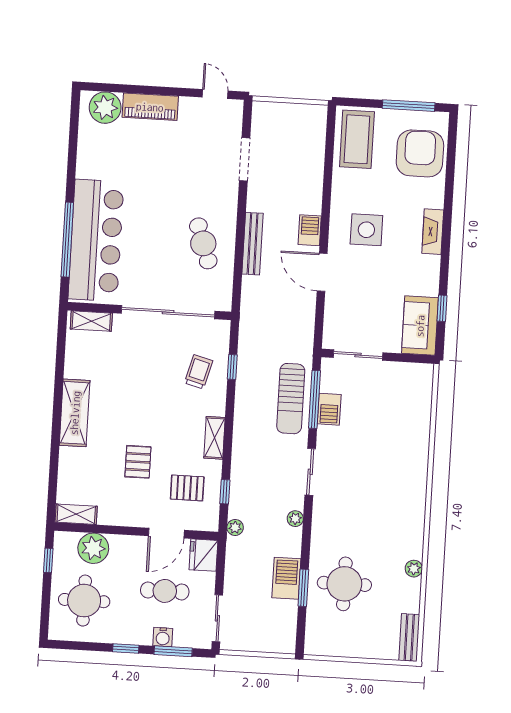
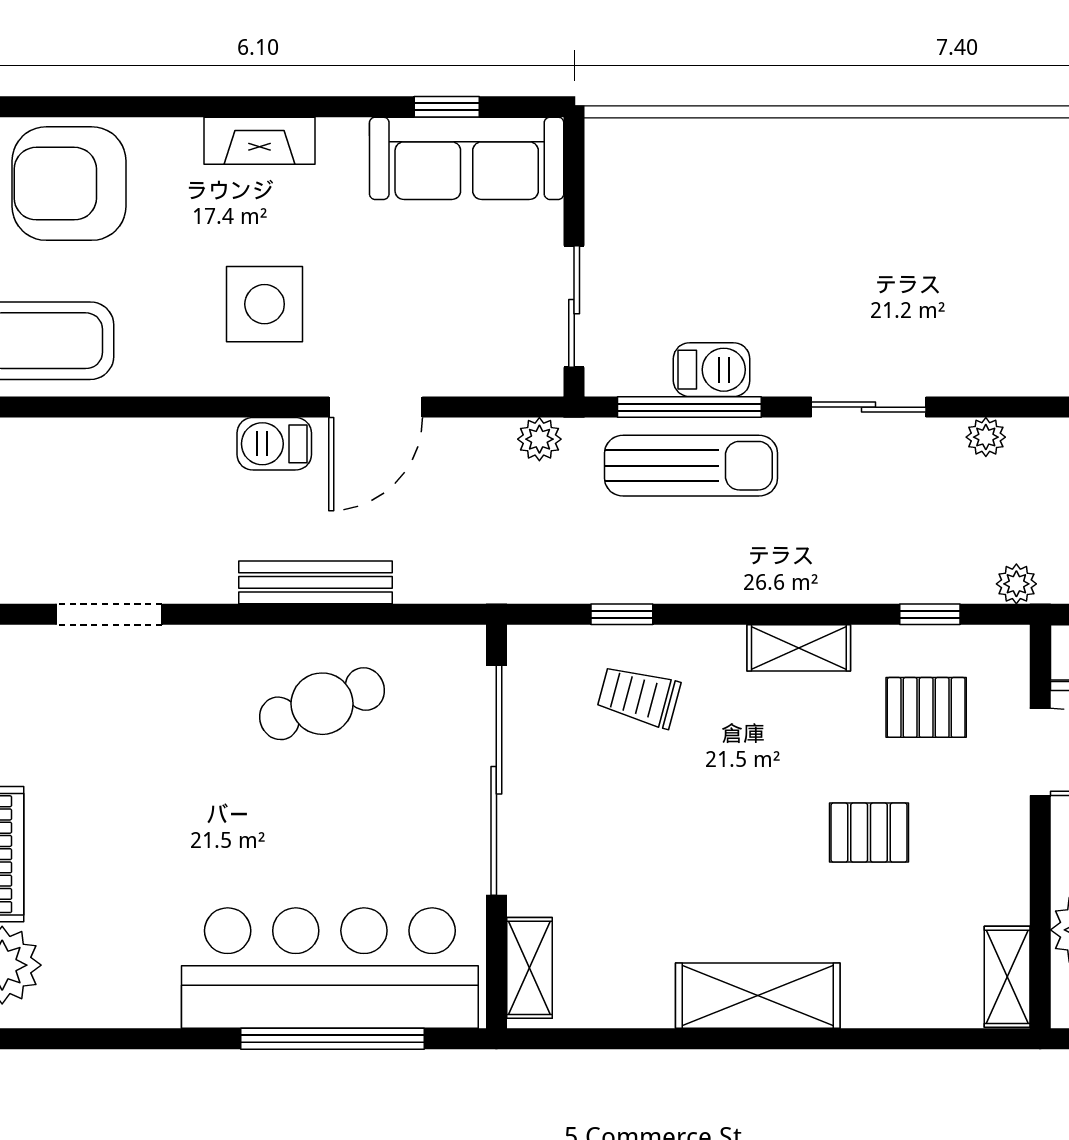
sofa: (420, 326) -> (467, 158), width x1.36
plant: (305, 338) -> (539, 439), added
pallet: (187, 488) -> (926, 707), turned 90

